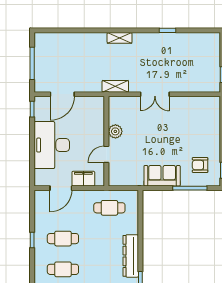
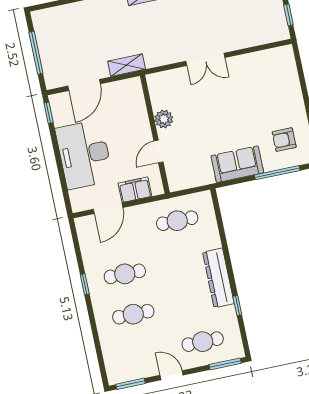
shelving: (115, 86) -> (127, 65), moved

